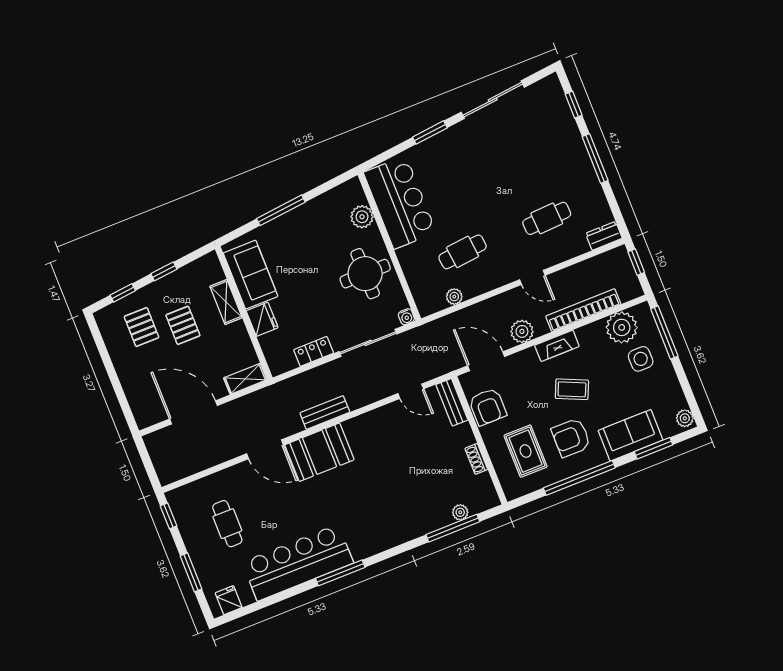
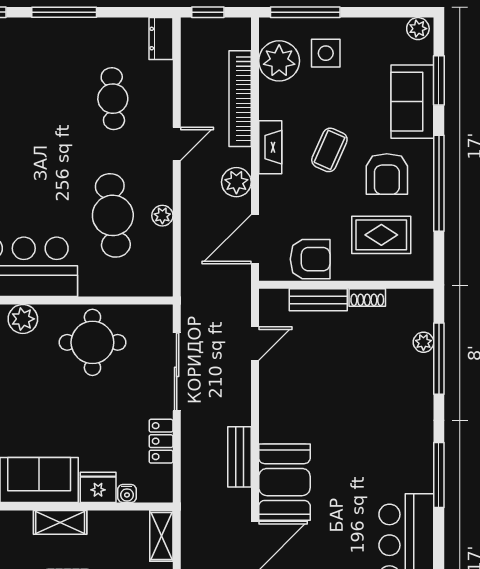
cafe table: (463, 252) -> (113, 215), width x1.37, depth x1.35
plant: (454, 297) -> (162, 216), moved
water cooler: (406, 317) -> (127, 494), moved, turned 90
bench: (452, 402) -> (318, 300), moved
window: (340, 573) -> (439, 475), moved

